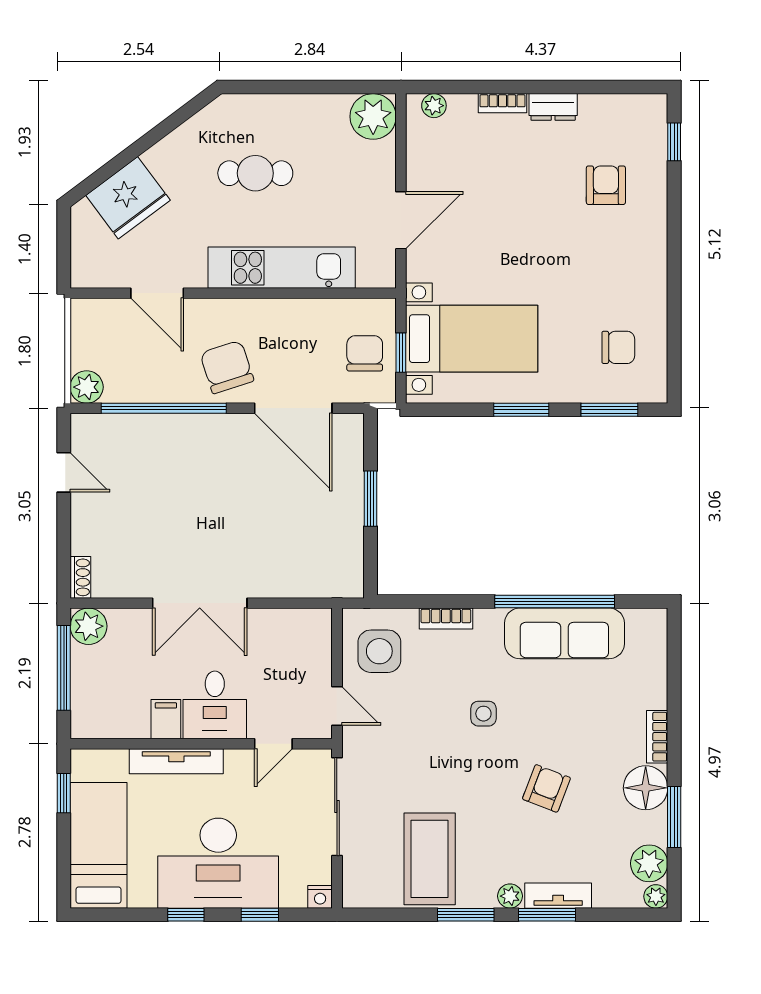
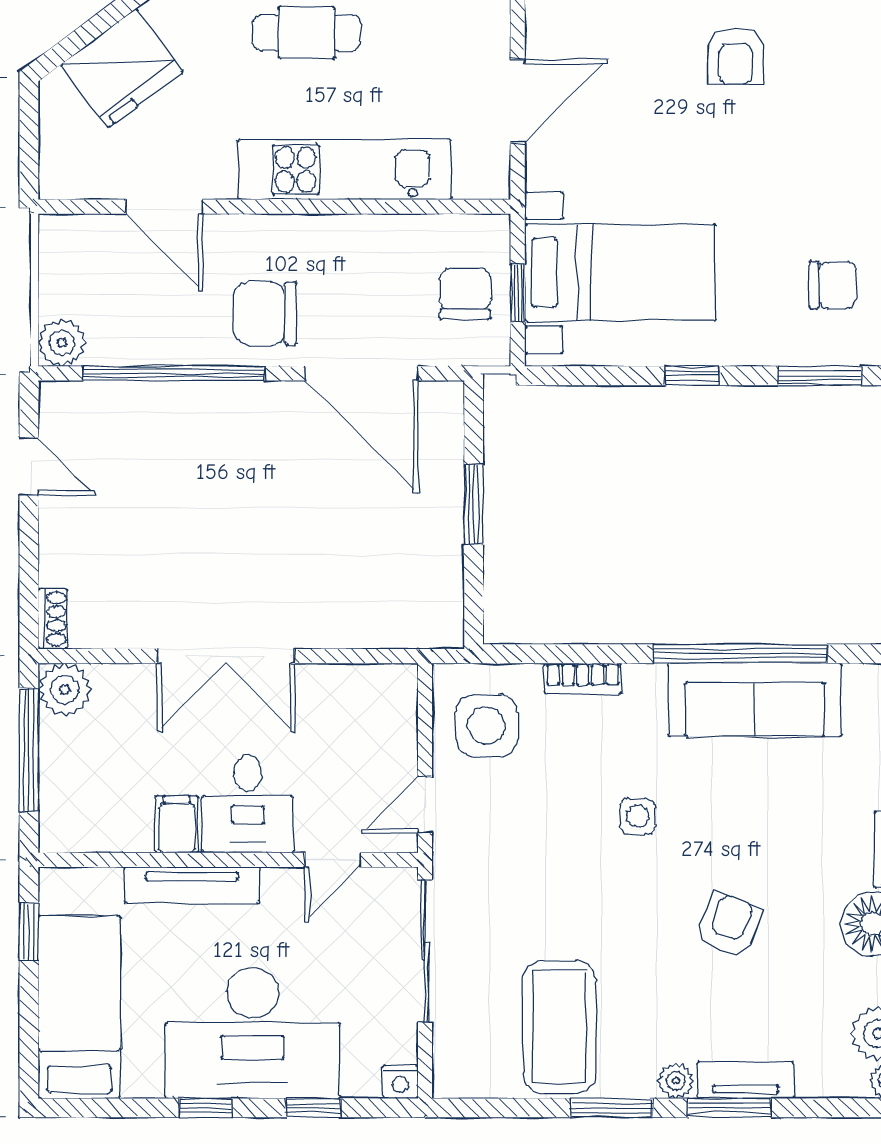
armchair: (606, 185) -> (736, 56), moved, turned 180
chair: (227, 367) -> (265, 314), turned -72
window: (521, 410) -> (692, 376), width x0.67
door: (337, 706) -> (425, 805), swing flipped

